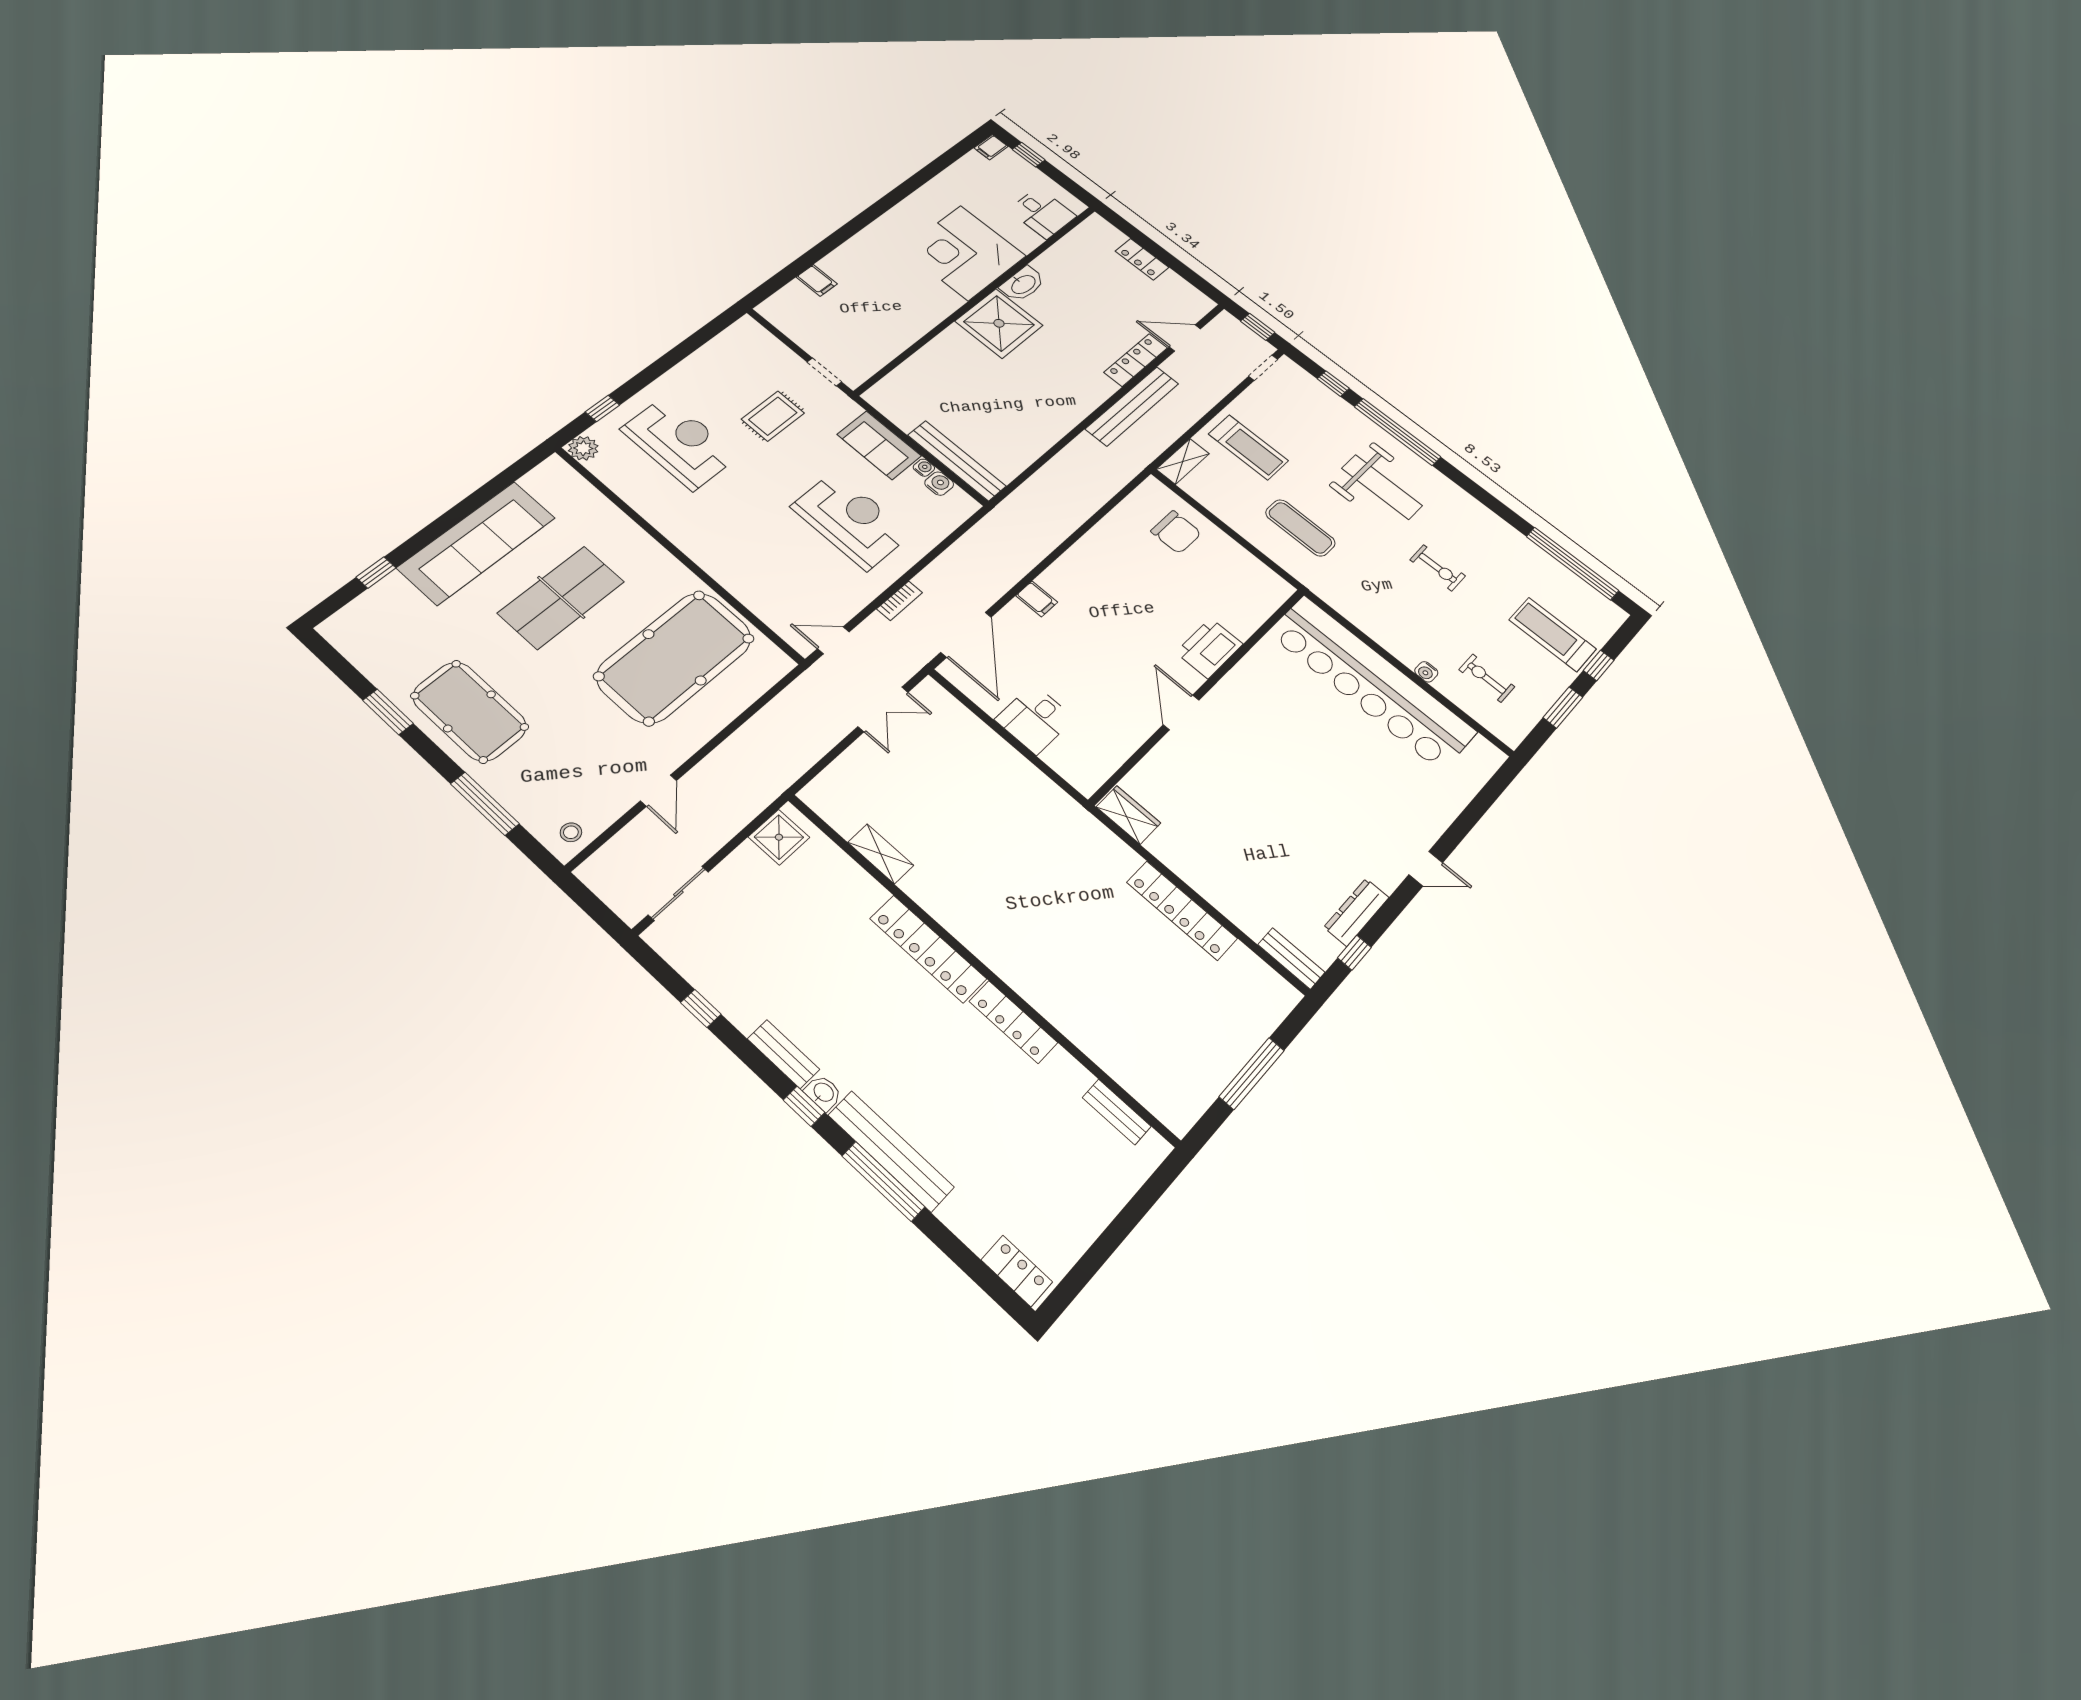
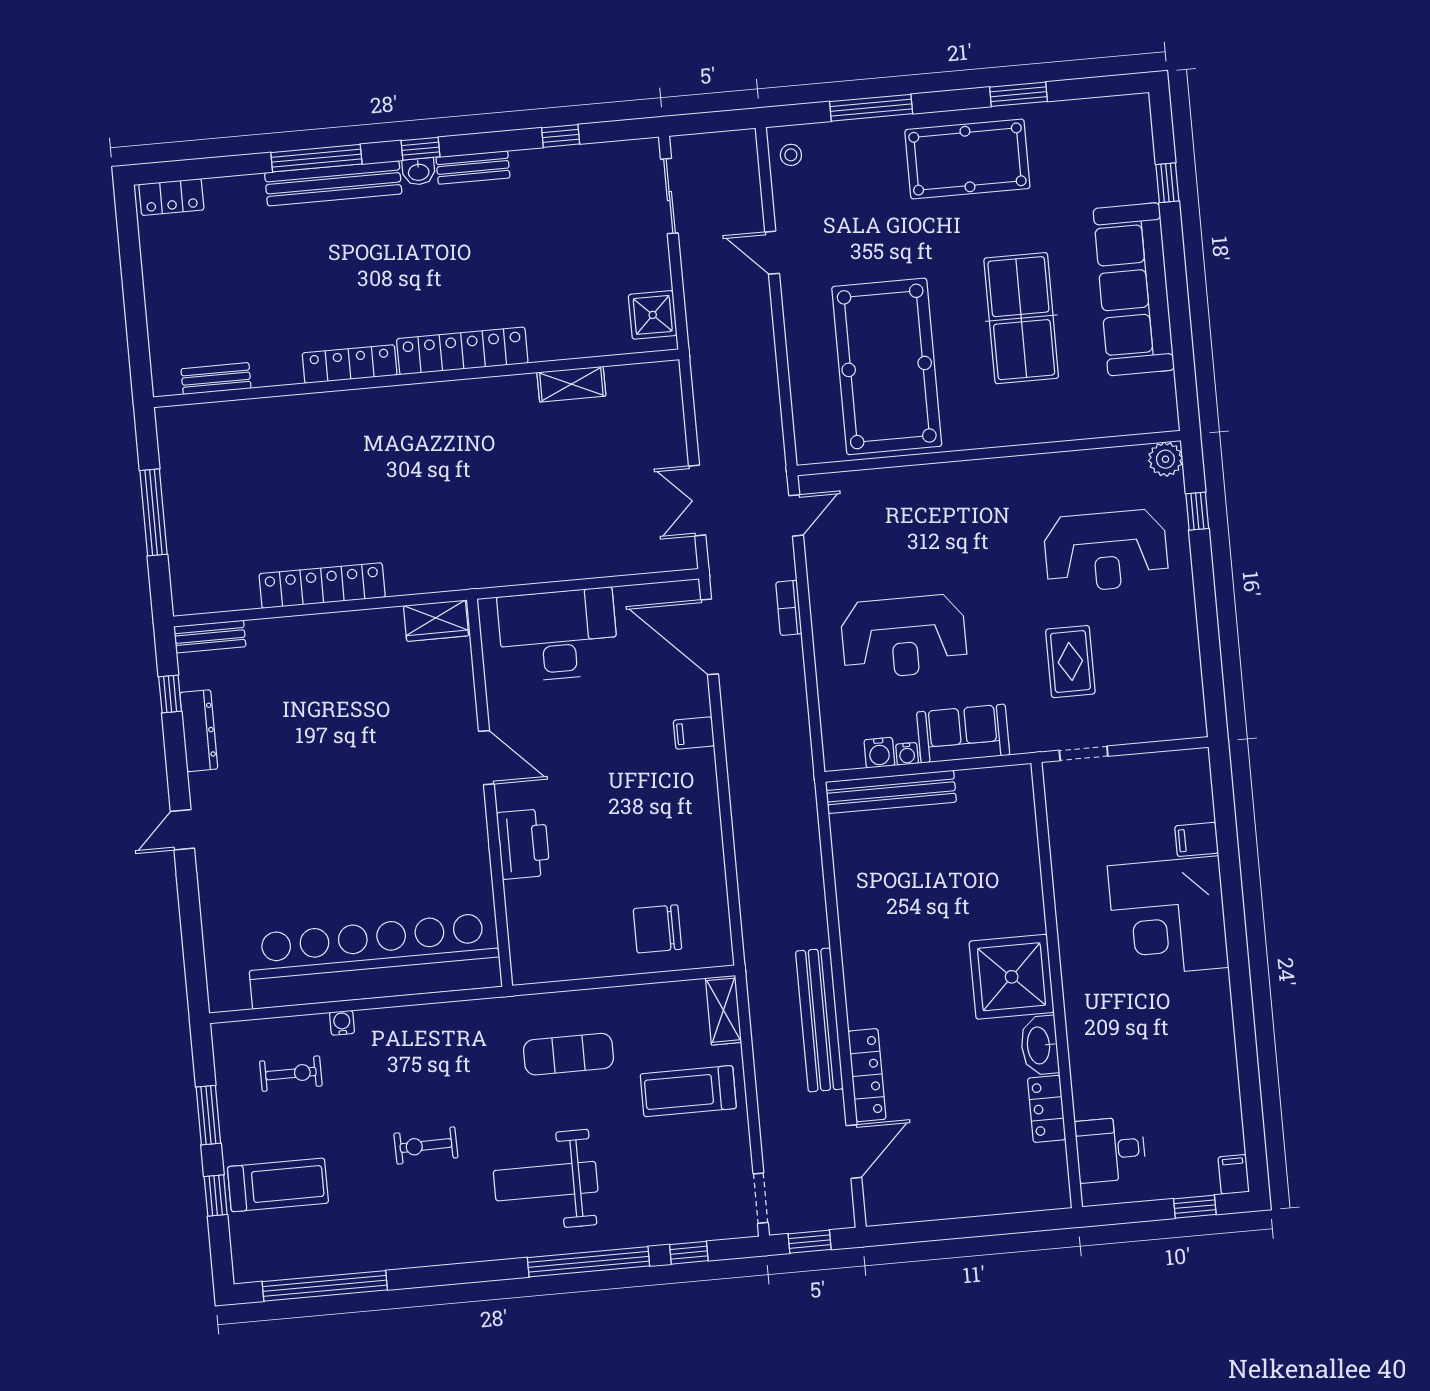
corner desk: (964, 253) -> (1168, 917), moved, turned 180
locker: (1142, 259) -> (1047, 1109), moved, turned -90
desk: (1035, 719) -> (558, 635), width x1.87, depth x1.30

